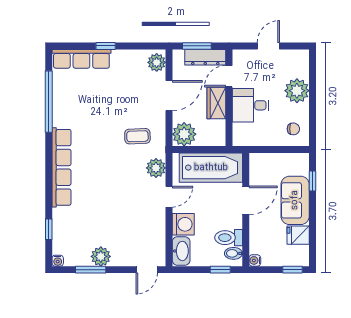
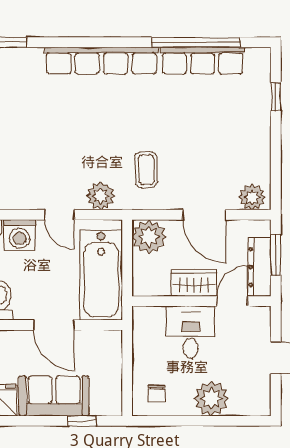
window: (106, 46) -> (276, 97), moved
row of seats: (81, 59) -> (202, 61), moved, turned -90
door: (229, 76) -> (232, 301), hinge flipped

